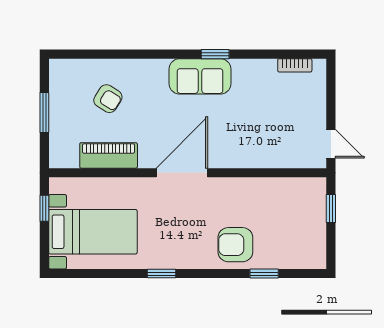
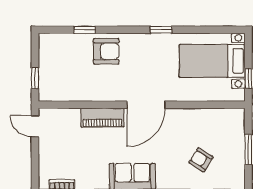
piano: (109, 155) -> (102, 118), moved

